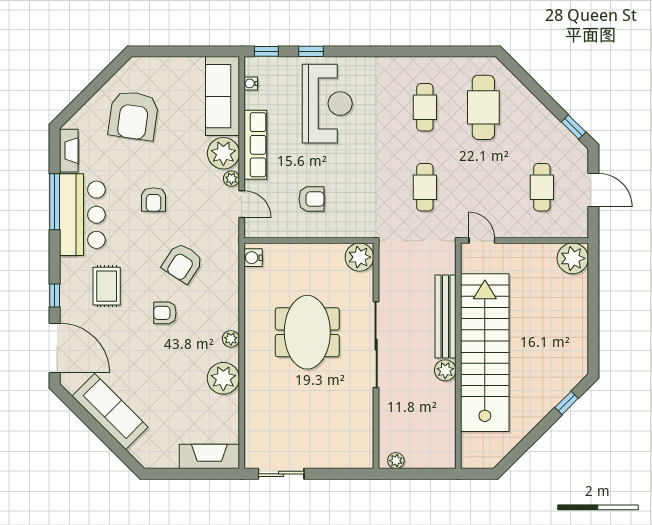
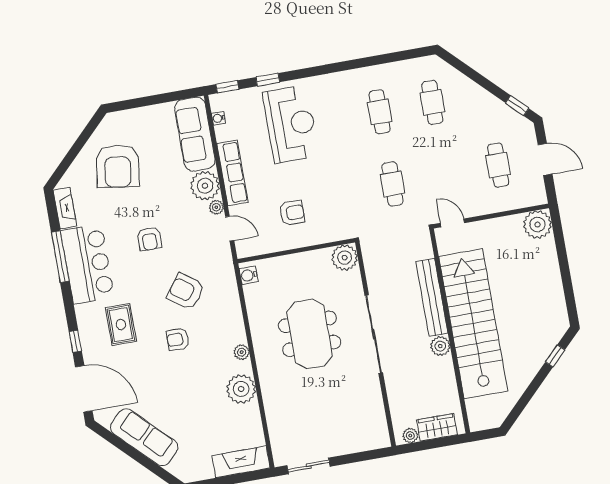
cafe table: (483, 107) -> (432, 102), width x0.73, depth x0.74
armchair: (182, 263) -> (186, 291), turned 93
wardrobe: (426, 457) -> (437, 427), added

